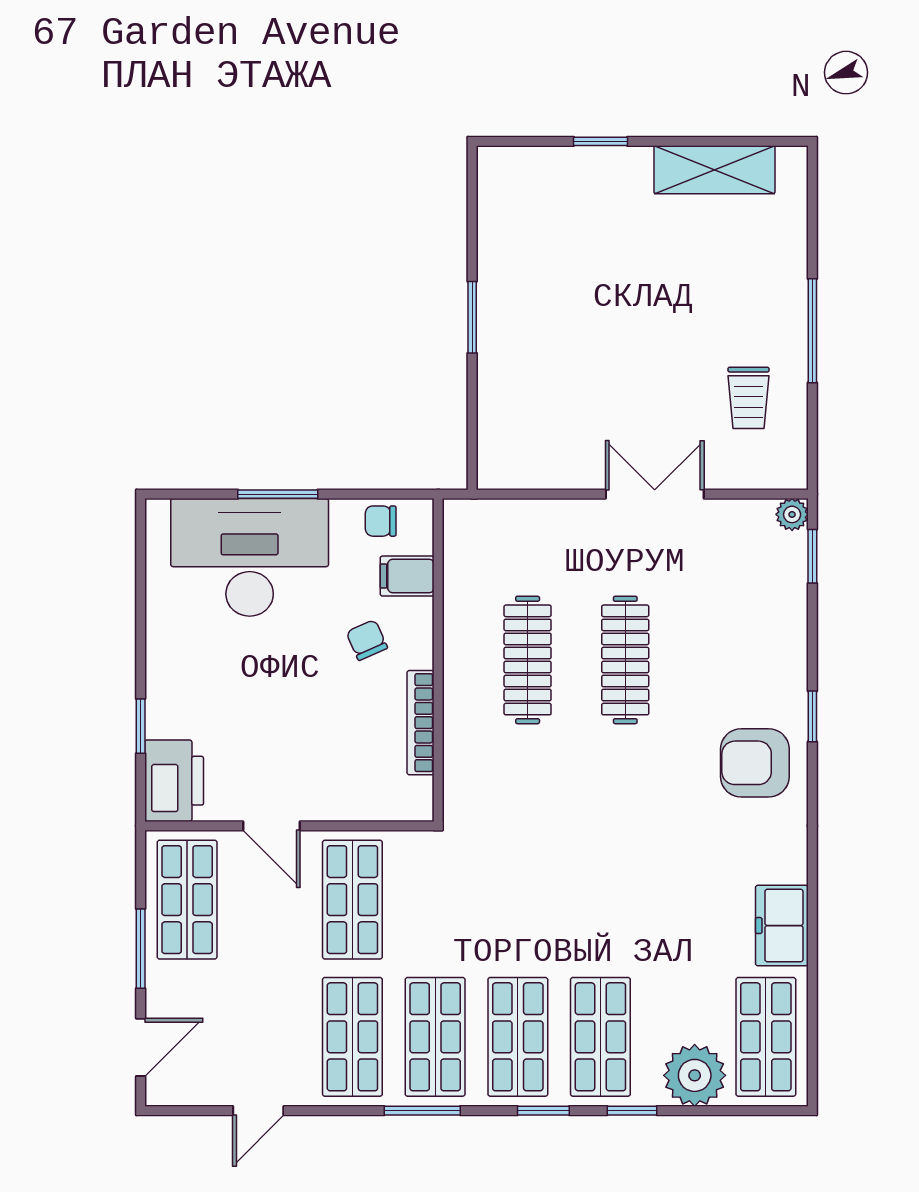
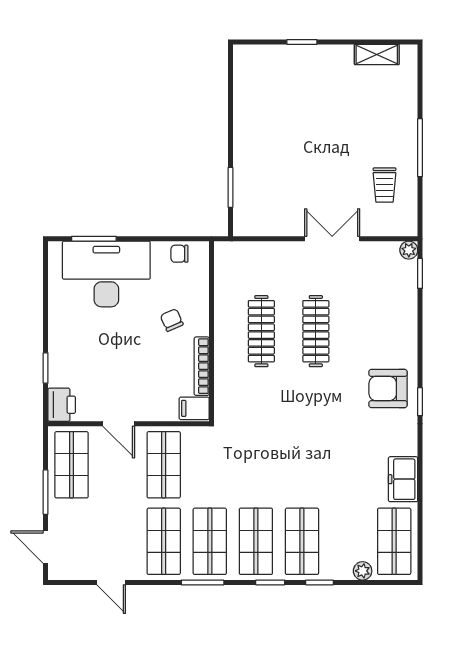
shelving: (714, 170) -> (377, 54), width x0.67, depth x0.75
window: (472, 317) -> (230, 187), moved
window: (278, 494) -> (94, 239), moved
filing cabinet: (407, 576) -> (194, 408), moved
window: (812, 716) -> (420, 402), moved
printer: (174, 781) -> (62, 405), width x0.73, depth x0.84
door: (141, 1047) -> (46, 547), swing flipped
plant: (695, 1075) -> (363, 571), width x0.53, depth x0.53
door: (258, 1111) -> (111, 582), hinge flipped

